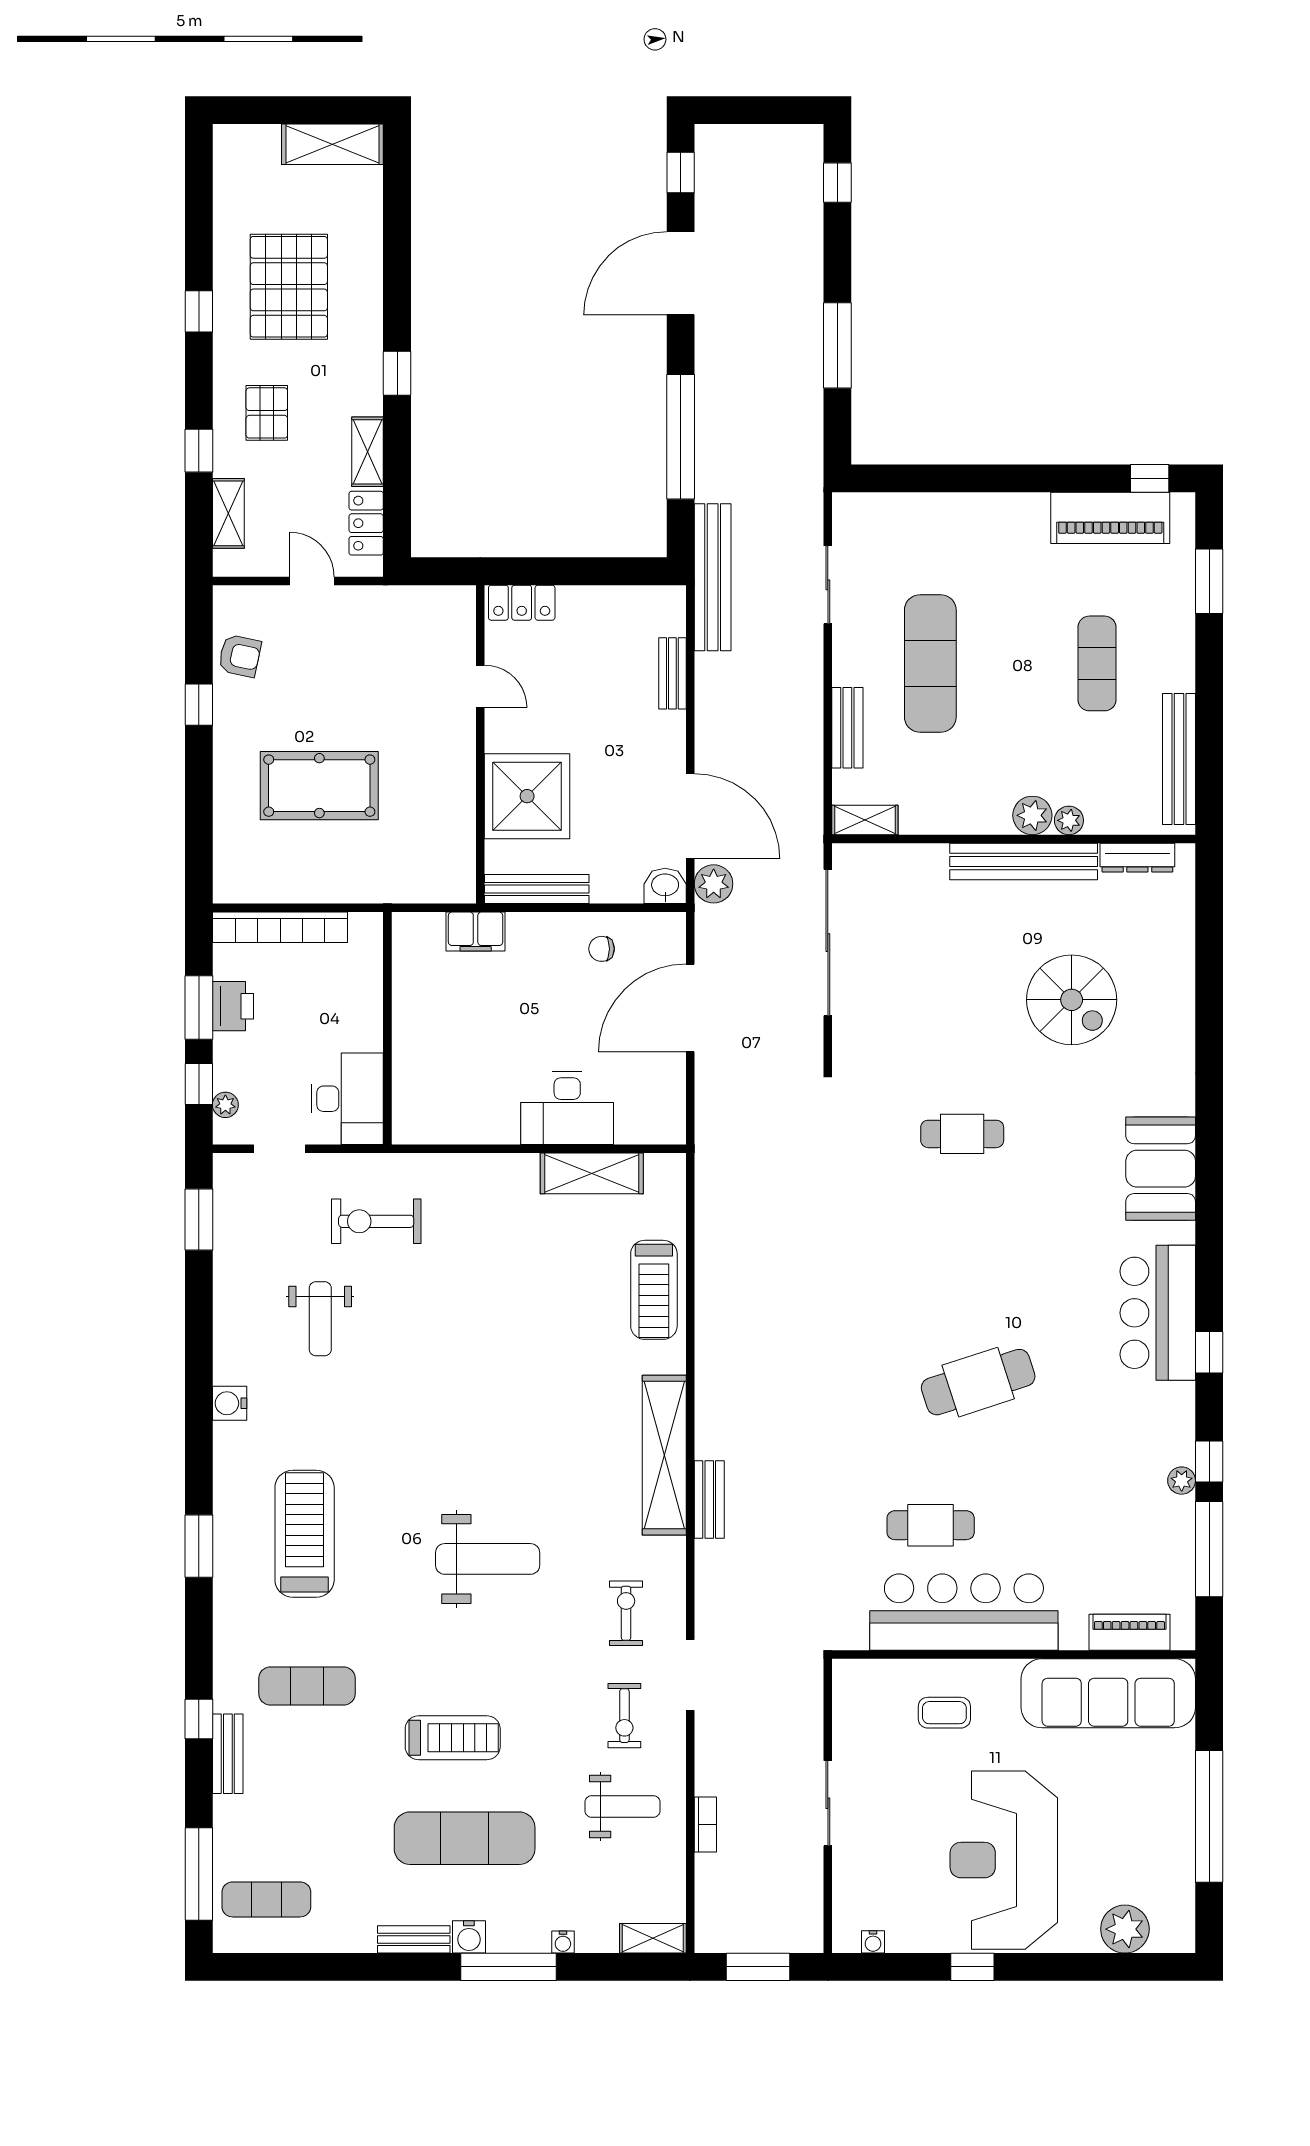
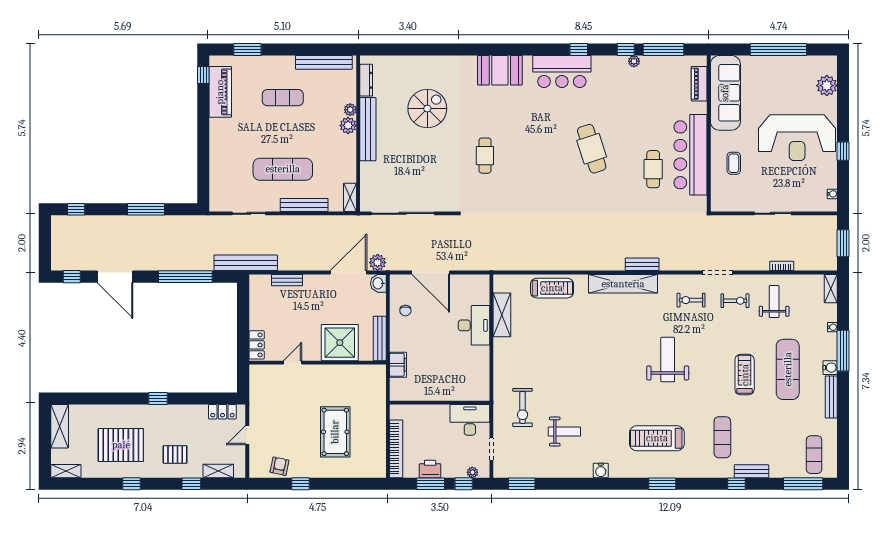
shelving: (368, 452) -> (66, 471), moved
bench: (847, 728) -> (304, 205), width x1.36
bench: (414, 1939) -> (831, 397), width x1.36

